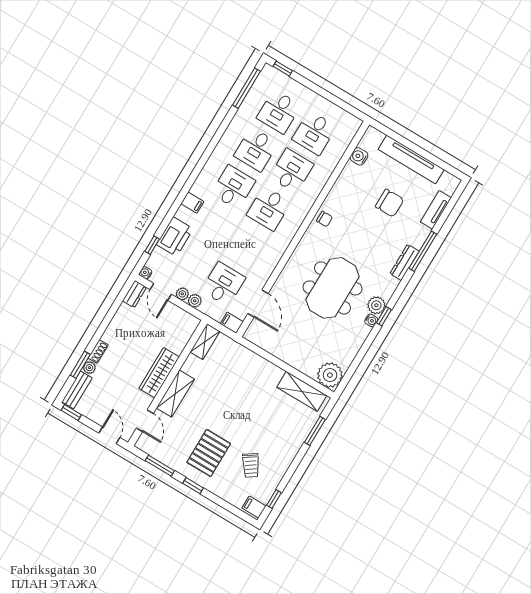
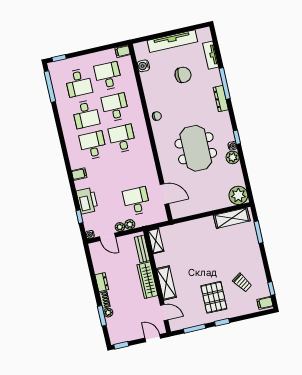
desk: (314, 133) -> (108, 76), turned 180
desk: (269, 209) -> (122, 139), turned 180
dresser: (134, 294) -> (102, 282), moved
plant: (376, 305) -> (233, 157), moved
filing cabinet: (232, 323) -> (123, 51), moved
bench: (77, 390) -> (142, 249), moved

